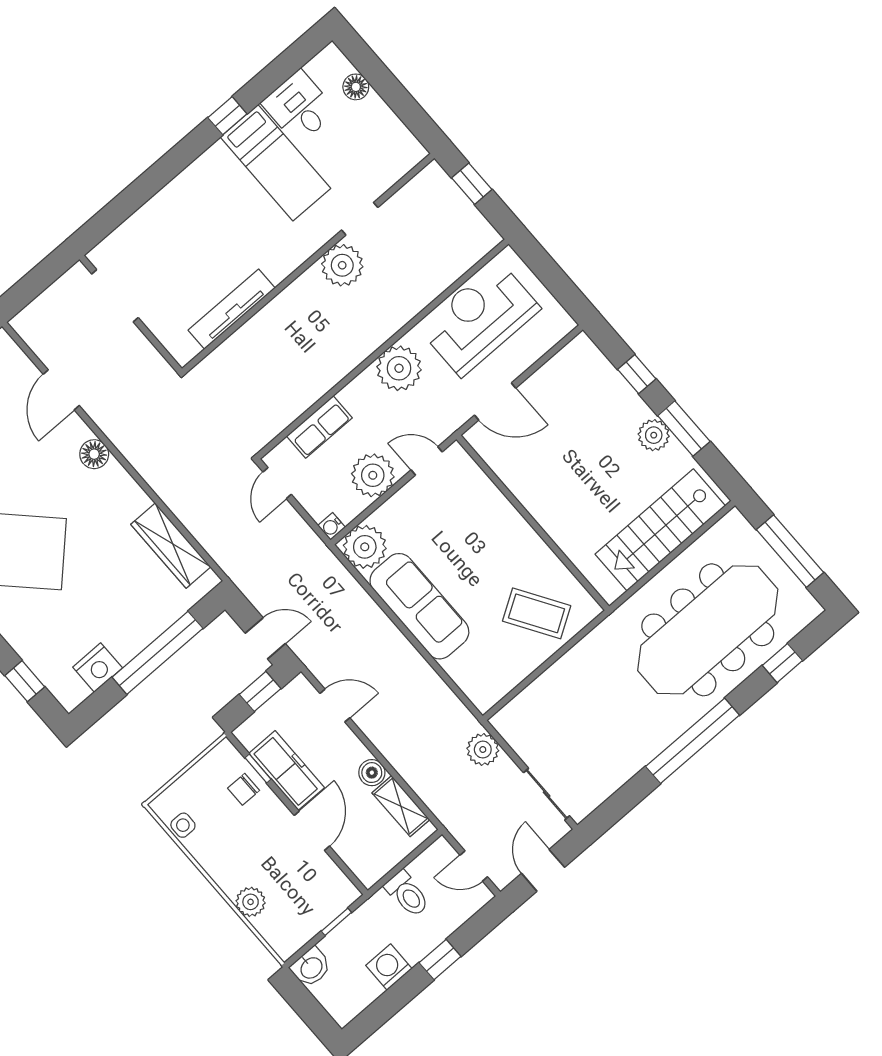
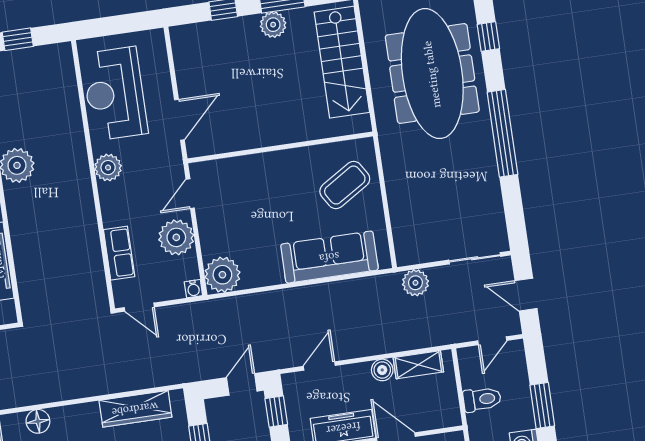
plant: (399, 368) -> (108, 168), width x0.73, depth x0.73
sofa: (419, 606) -> (329, 257), moved
window: (440, 959) -> (542, 406), width x1.50

